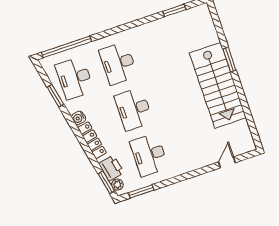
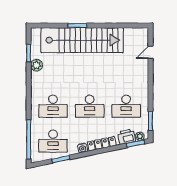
plant: (162, 25) -> (37, 65), added
stairs: (218, 85) -> (82, 40), width x1.36
door: (227, 162) -> (150, 52), hinge flipped

